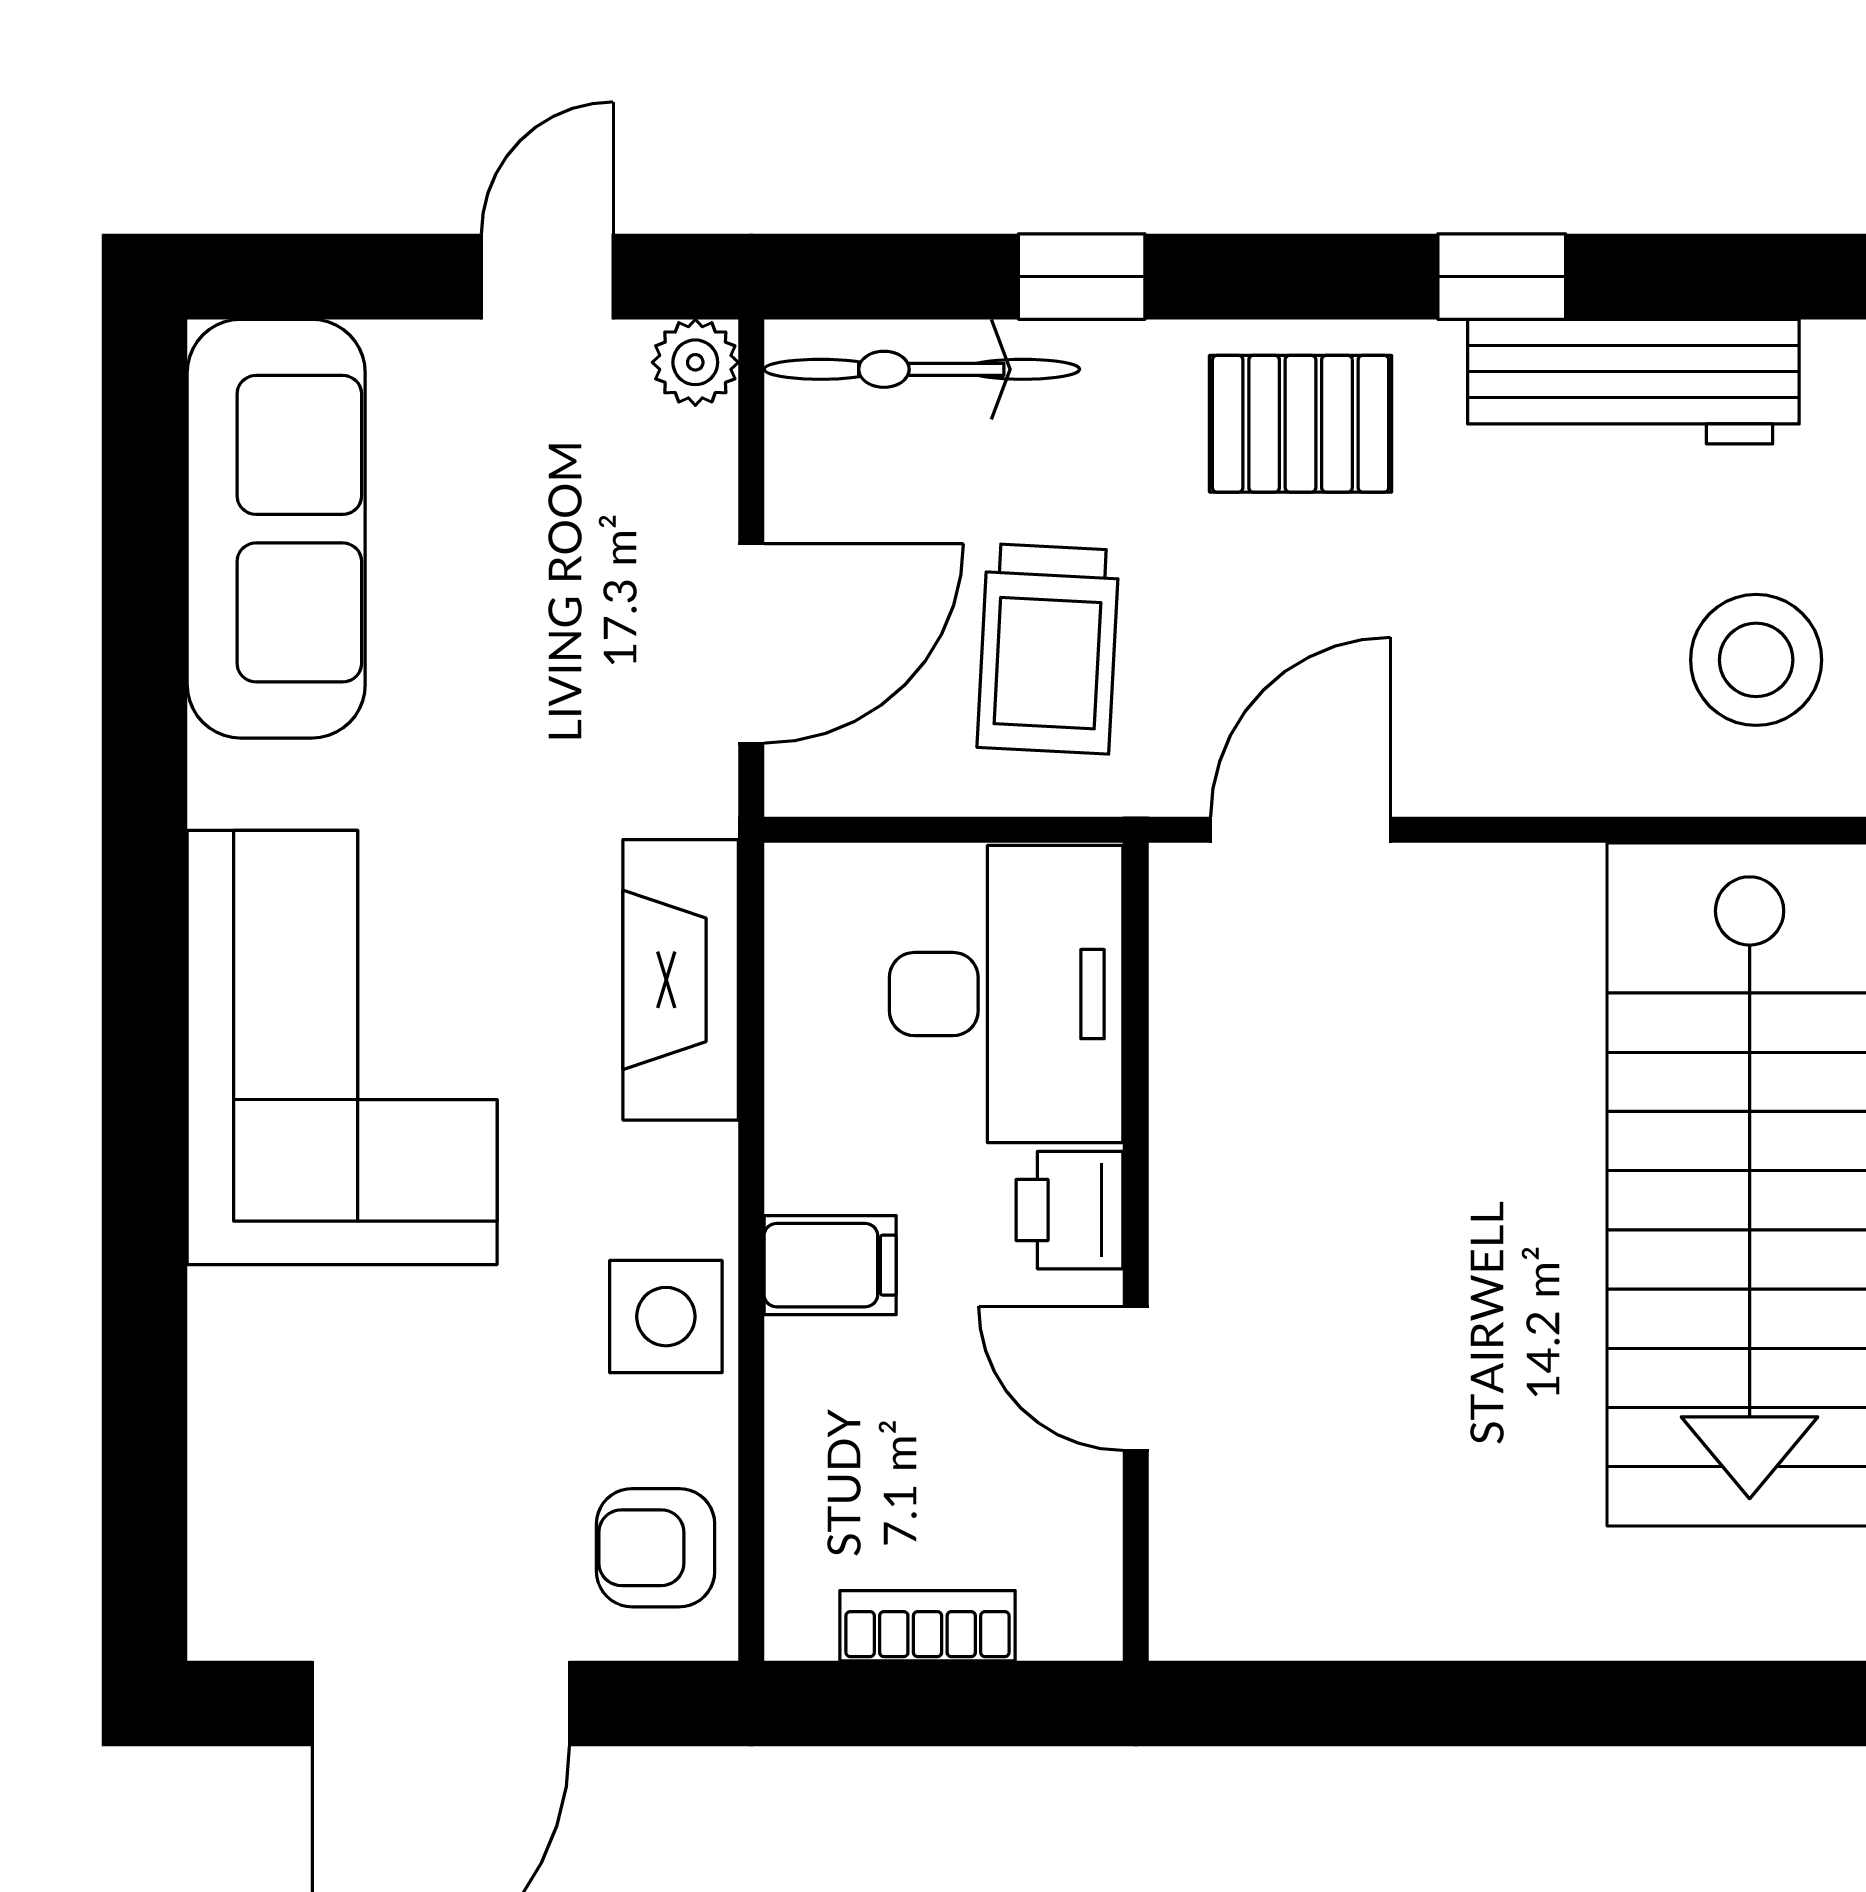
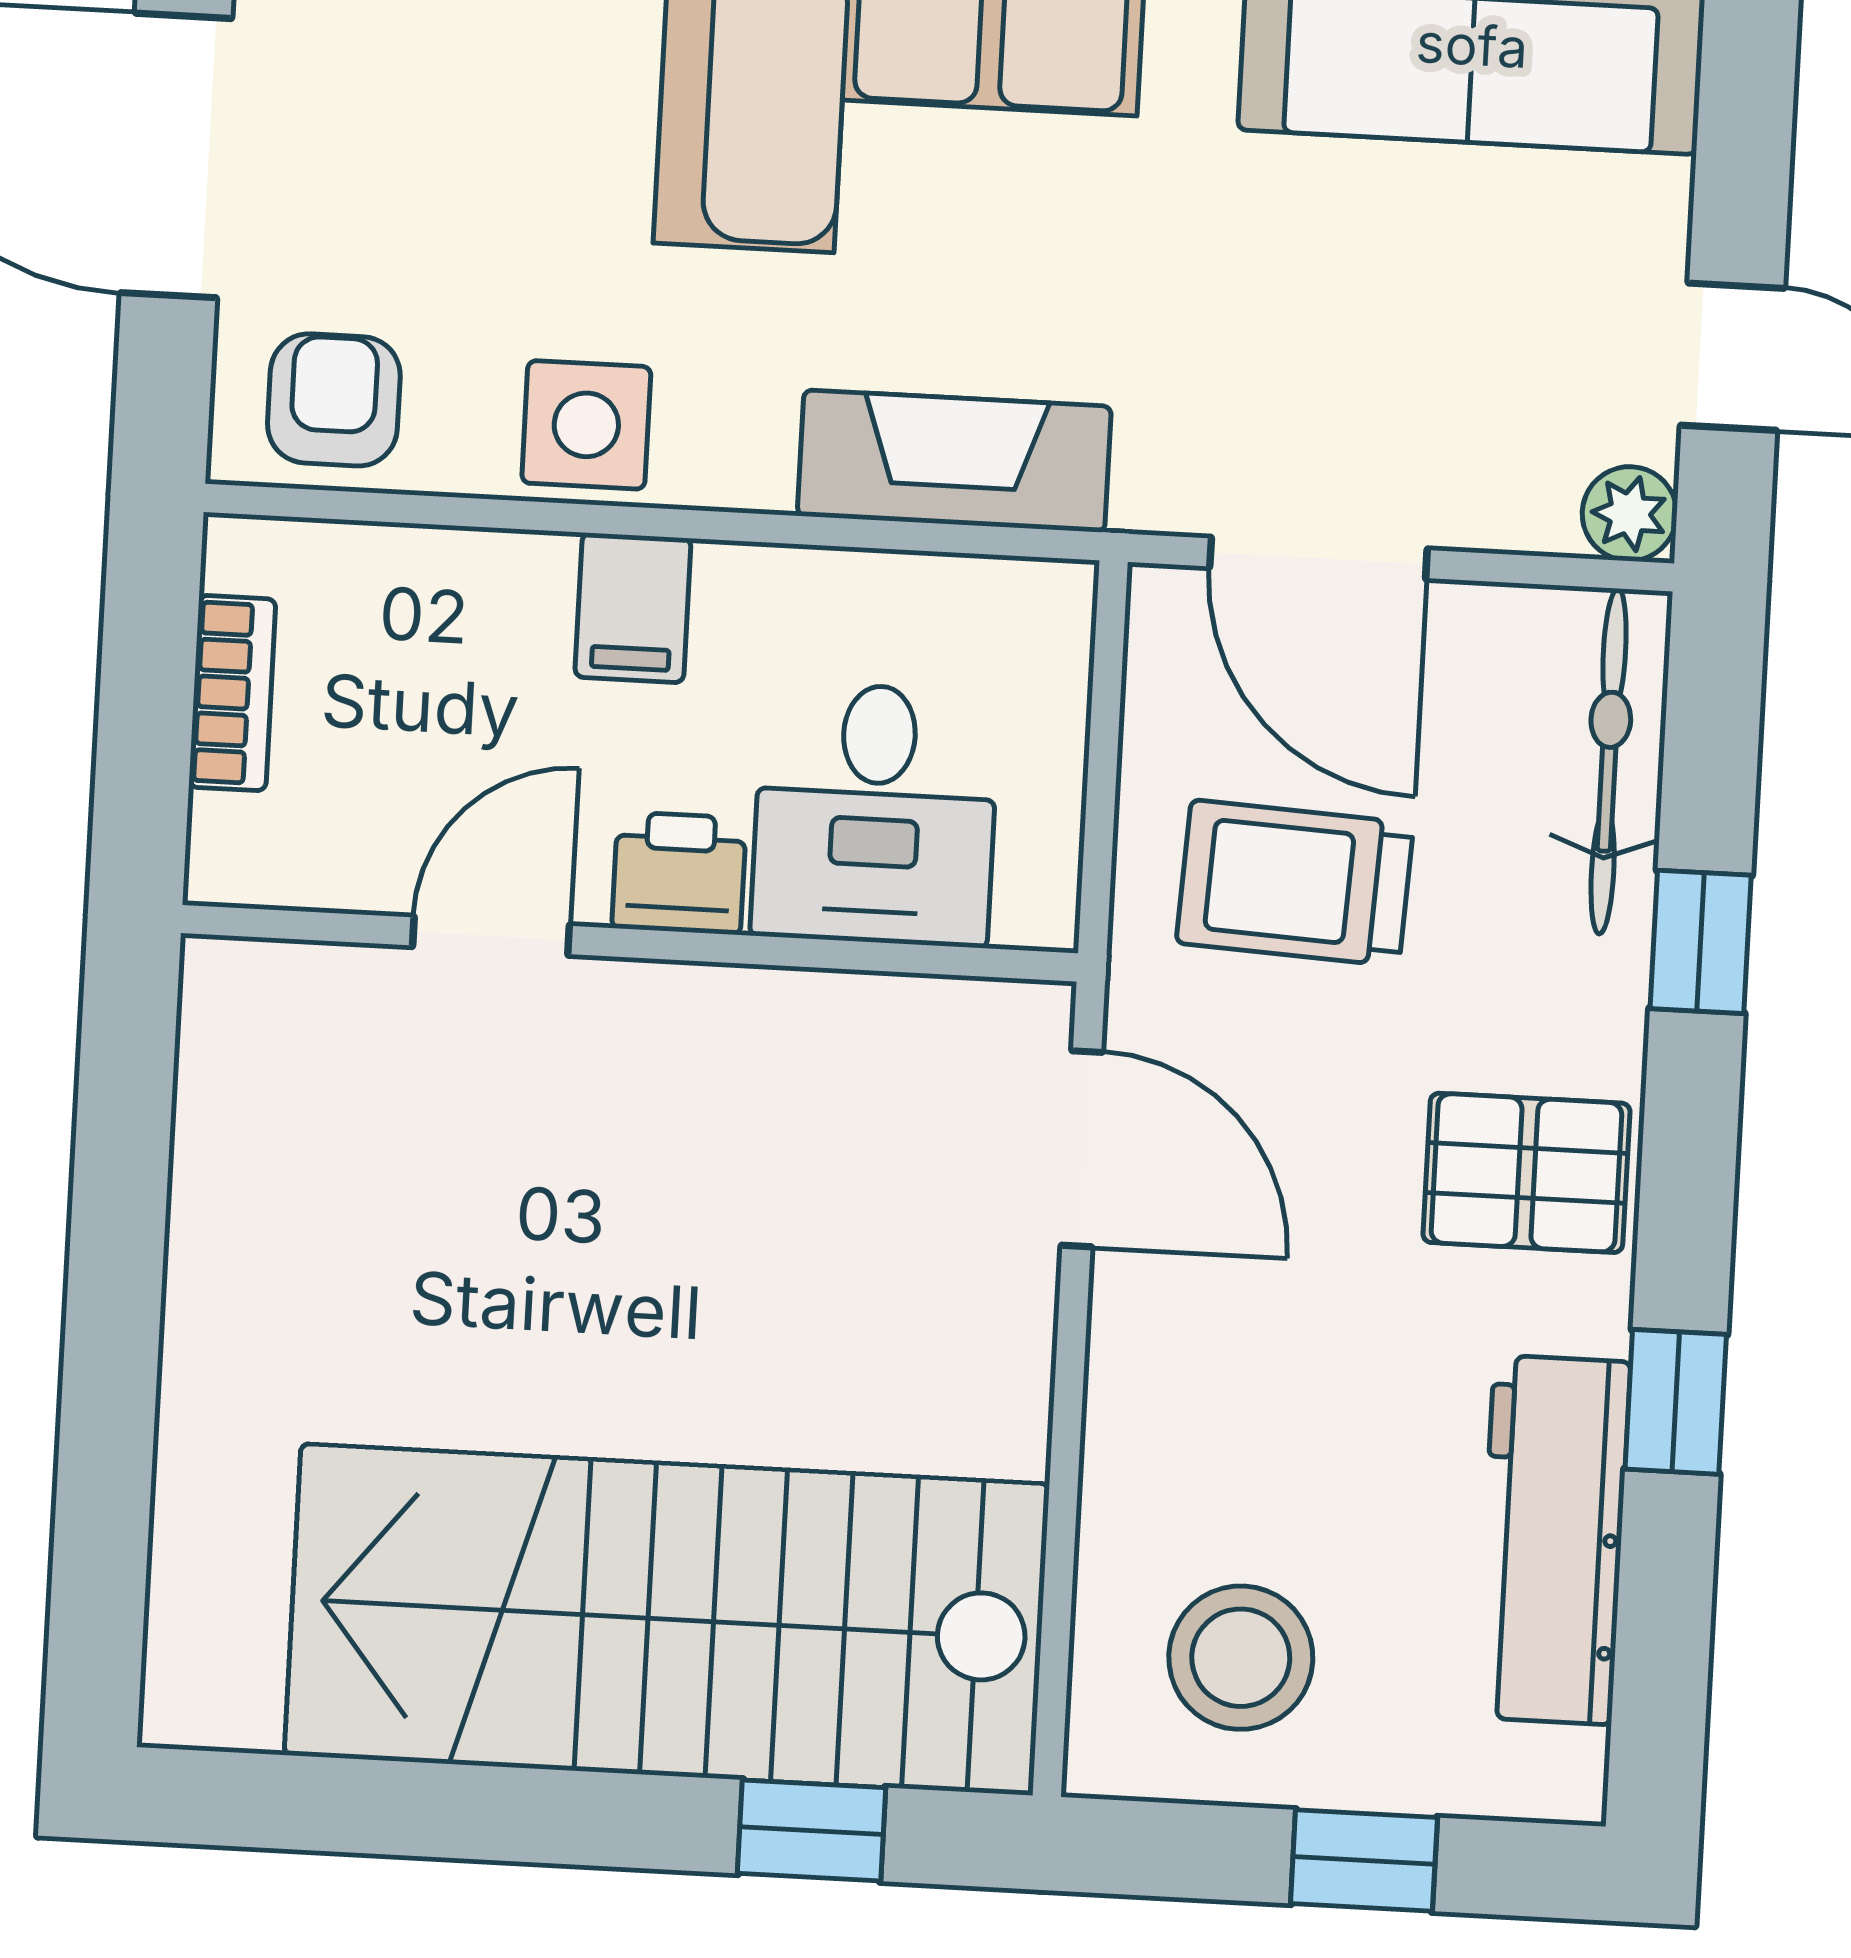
pallet: (1301, 424) -> (1526, 1173), turned 90
desk: (1006, 994) -> (875, 814), width x0.73

